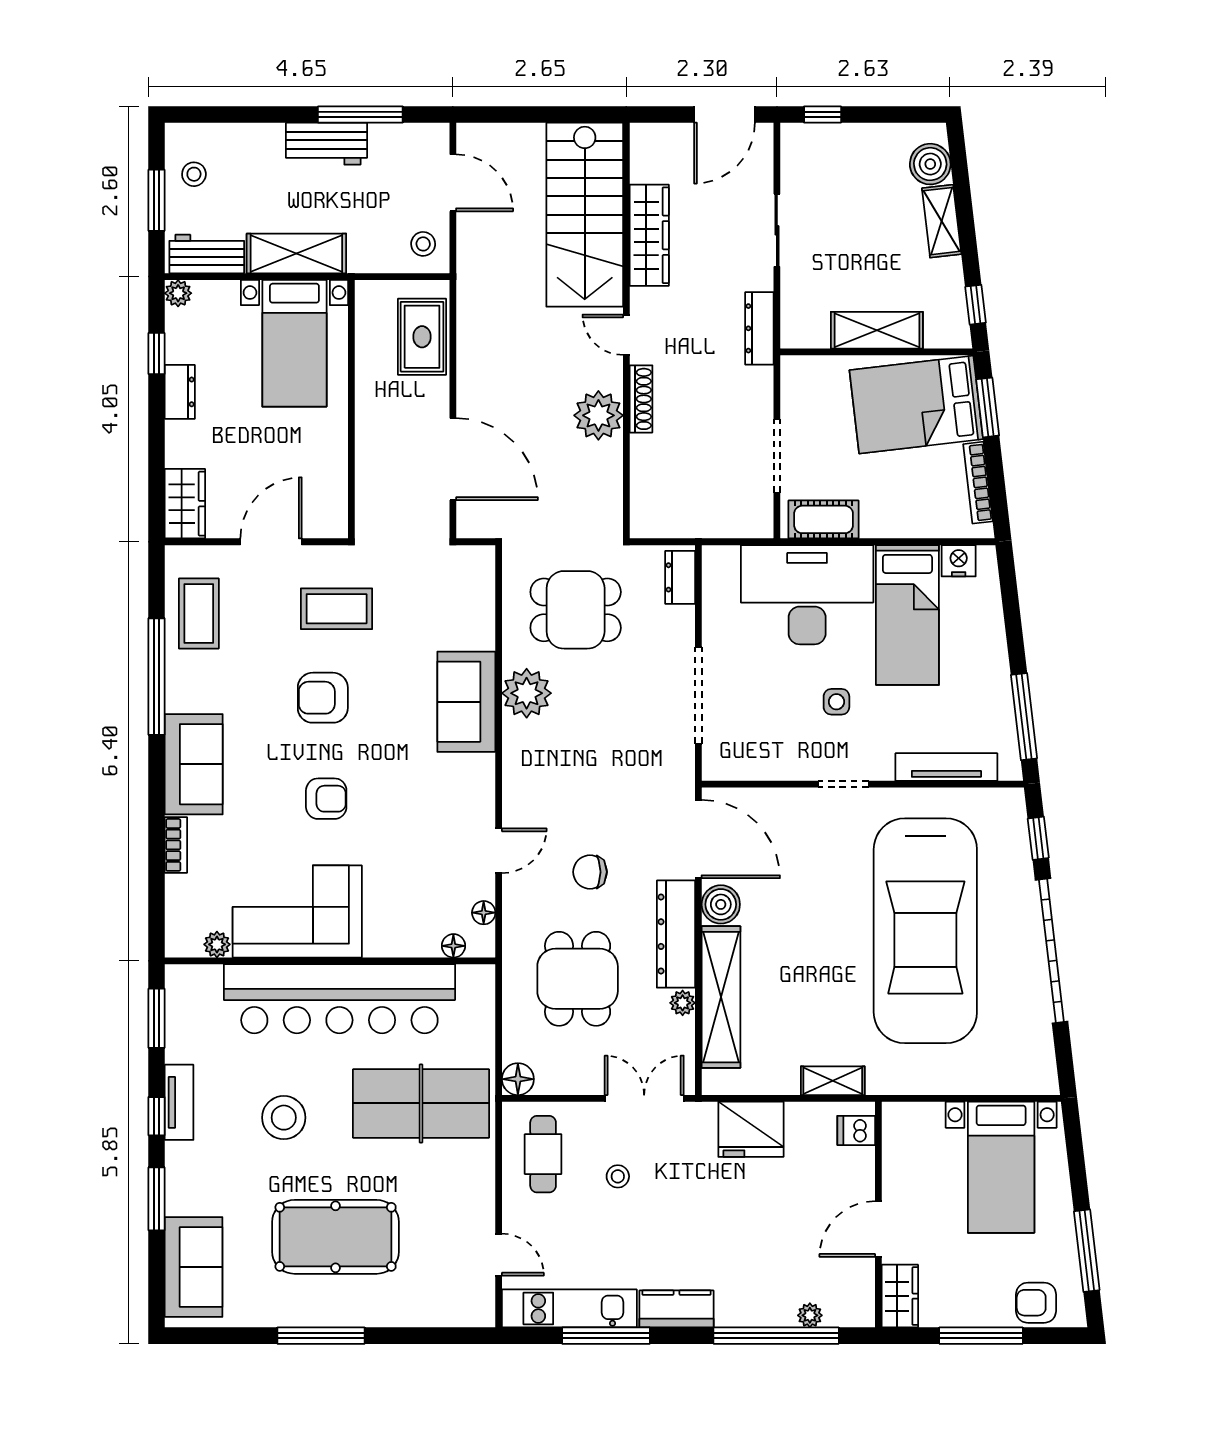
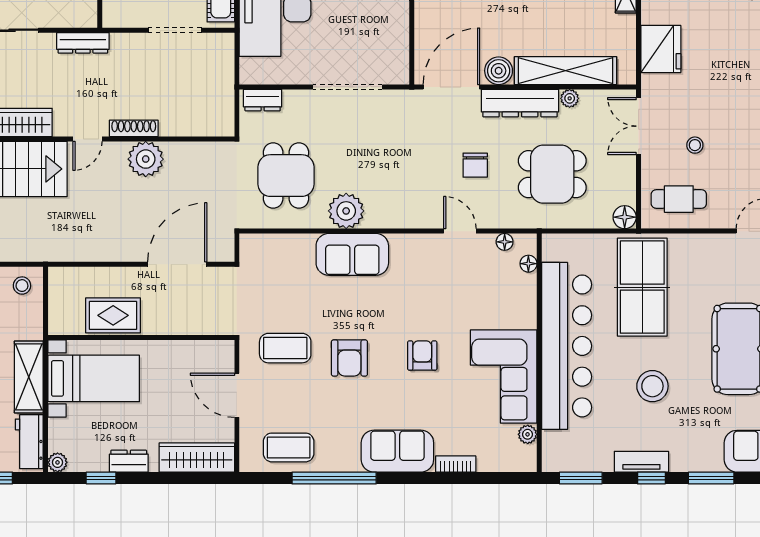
rug: (422, 337) -> (113, 315), moved
wardrobe: (185, 504) -> (197, 457), width x1.50
coffee table: (337, 609) -> (285, 348), turned 90

